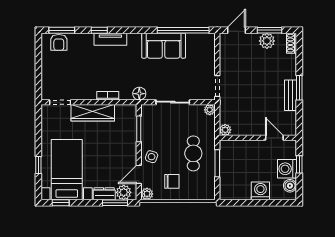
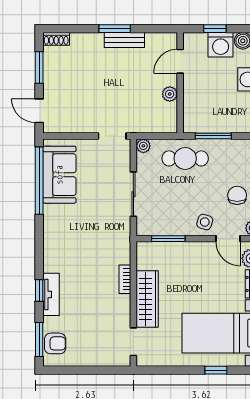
tv unit: (110, 39) -> (51, 294), moved
plant: (267, 41) -> (53, 71), removed
sofa: (164, 46) -> (59, 175), moved
floor lamp: (139, 94) -> (122, 238), removed
plant: (225, 130) -> (170, 94), moved
cafe table: (193, 153) -> (185, 158), moved

